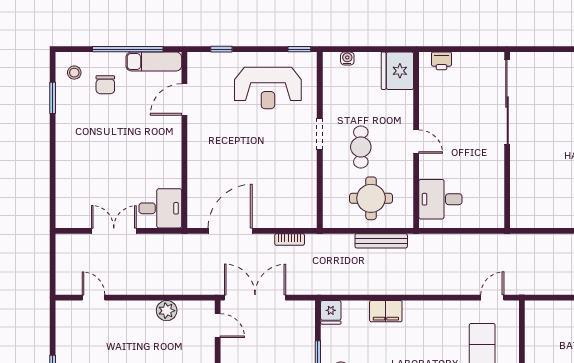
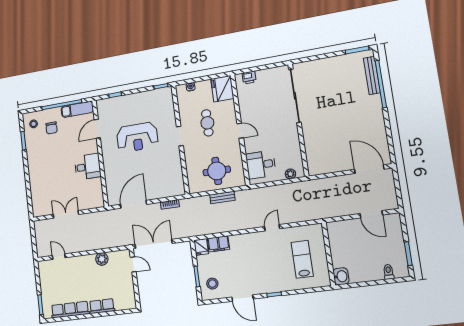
reception desk: (268, 88) -> (137, 137), moved
cafe table: (361, 147) -> (207, 123), moved
desk: (160, 208) -> (88, 167), moved
plant: (483, 220) -> (290, 174), added
bench: (381, 241) -> (222, 198), width x0.73
door: (492, 298) -> (272, 228), moved
filing cabinet: (386, 311) -> (218, 244), moved

